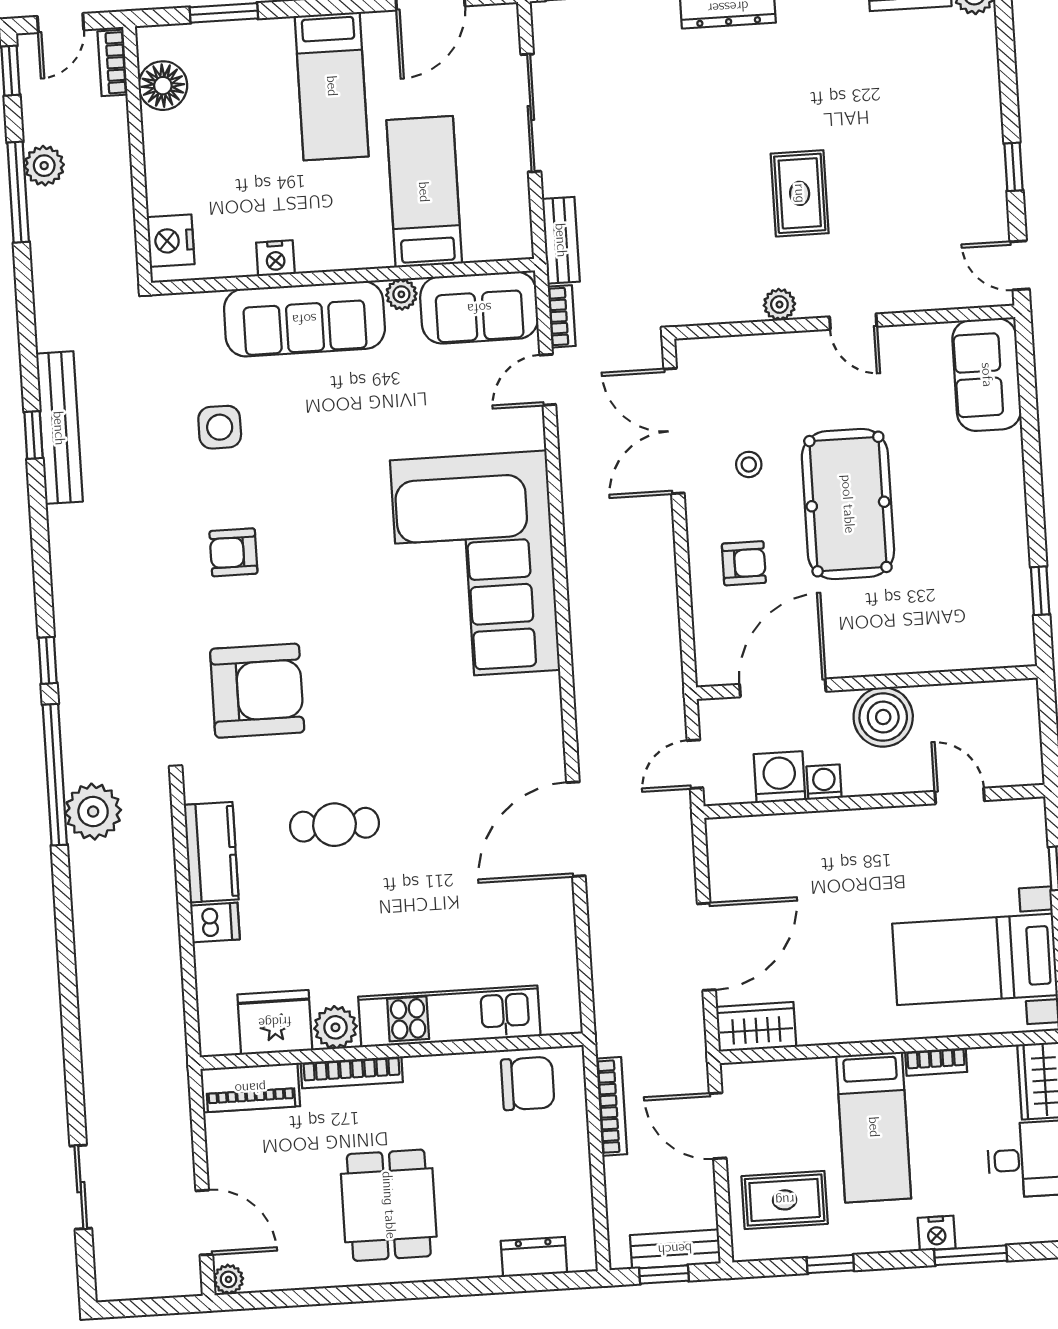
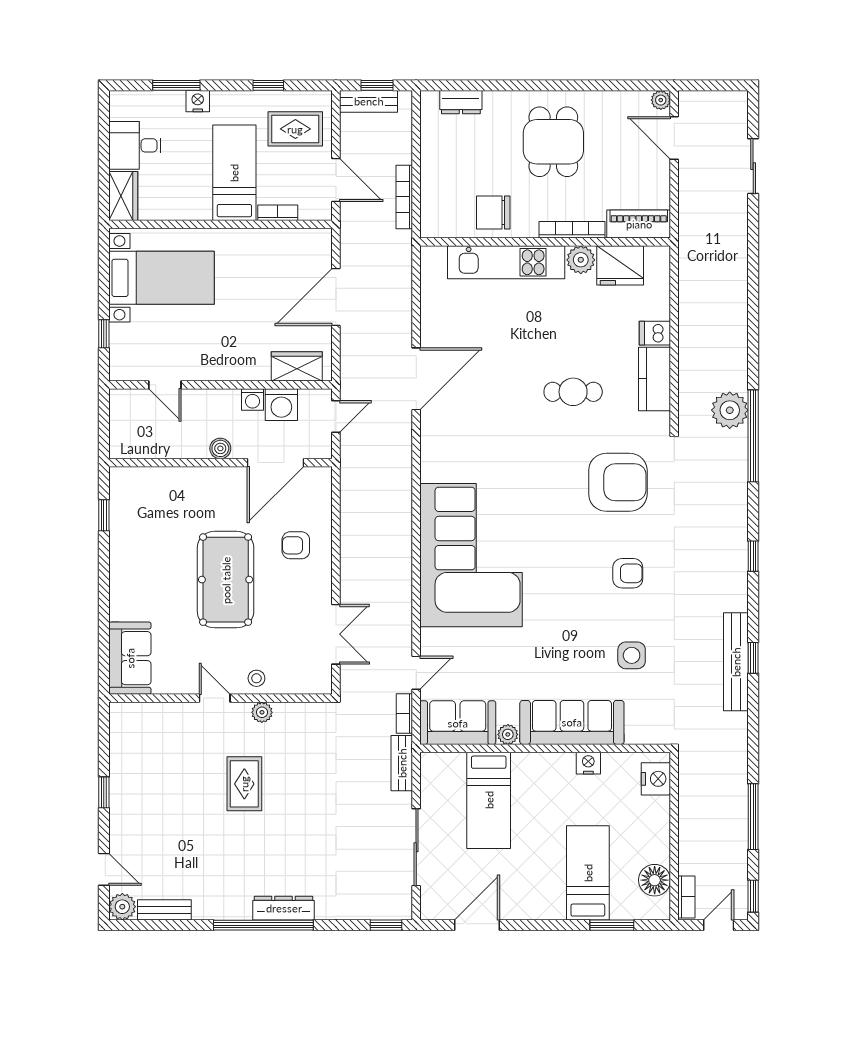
bed: (332, 86) -> (588, 873), moved
plant: (44, 166) -> (735, 833), removed
door: (1020, 265) -> (104, 869), moved
double door: (674, 431) -> (336, 634), width x0.73
stool: (749, 464) -> (256, 678), moved
window: (48, 660) -> (753, 556), moved
armchair: (257, 691) -> (618, 482), turned 180
boiler: (883, 717) -> (220, 448), width x0.54, depth x0.54
wardrobe: (756, 1027) -> (297, 366), moved, turned 180
bookcase: (936, 1062) -> (278, 213), moved
chair: (528, 1083) -> (493, 212), moved

